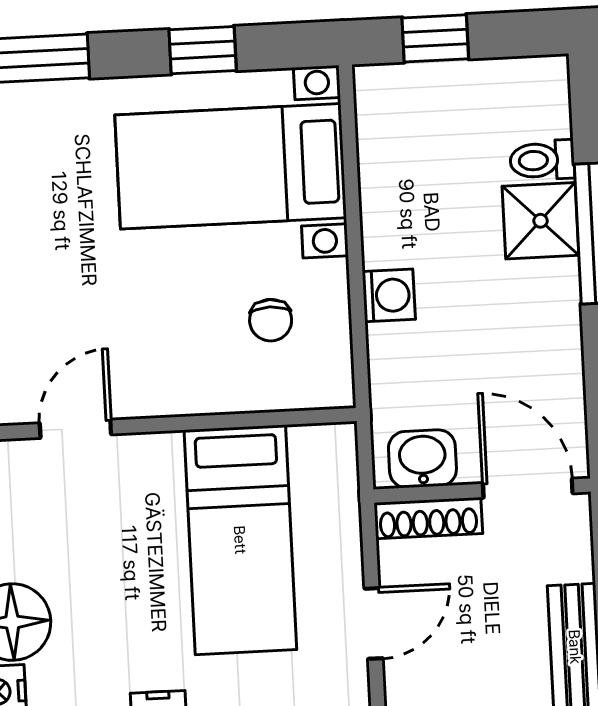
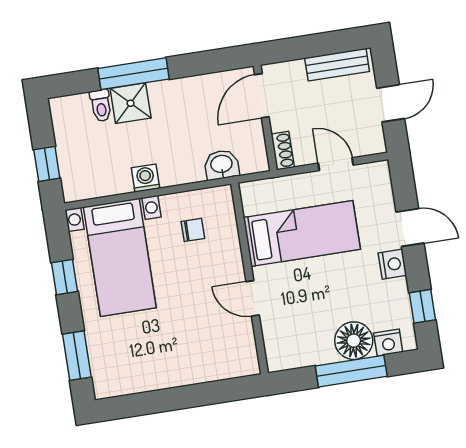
washing machine: (389, 295) -> (146, 178), moved
door: (75, 429) -> (253, 298), moved
washbasin: (422, 459) -> (222, 165), moved, turned 90
shoe rack: (428, 518) -> (283, 151), width x0.70

